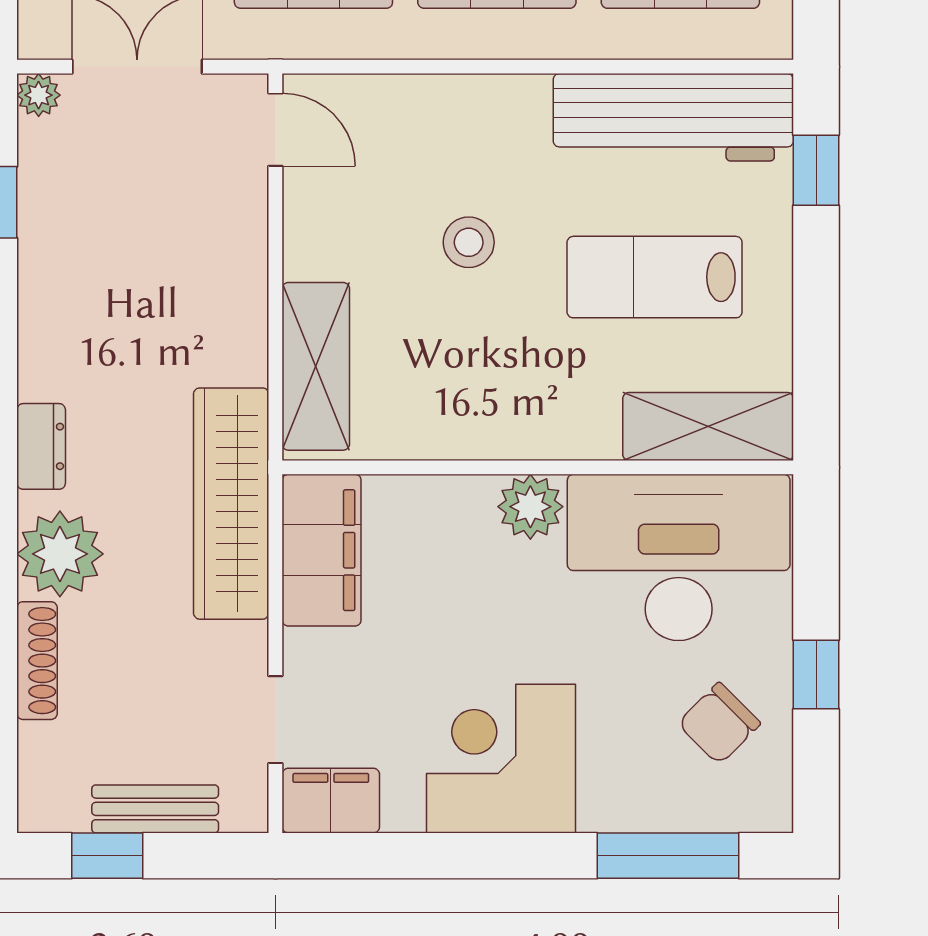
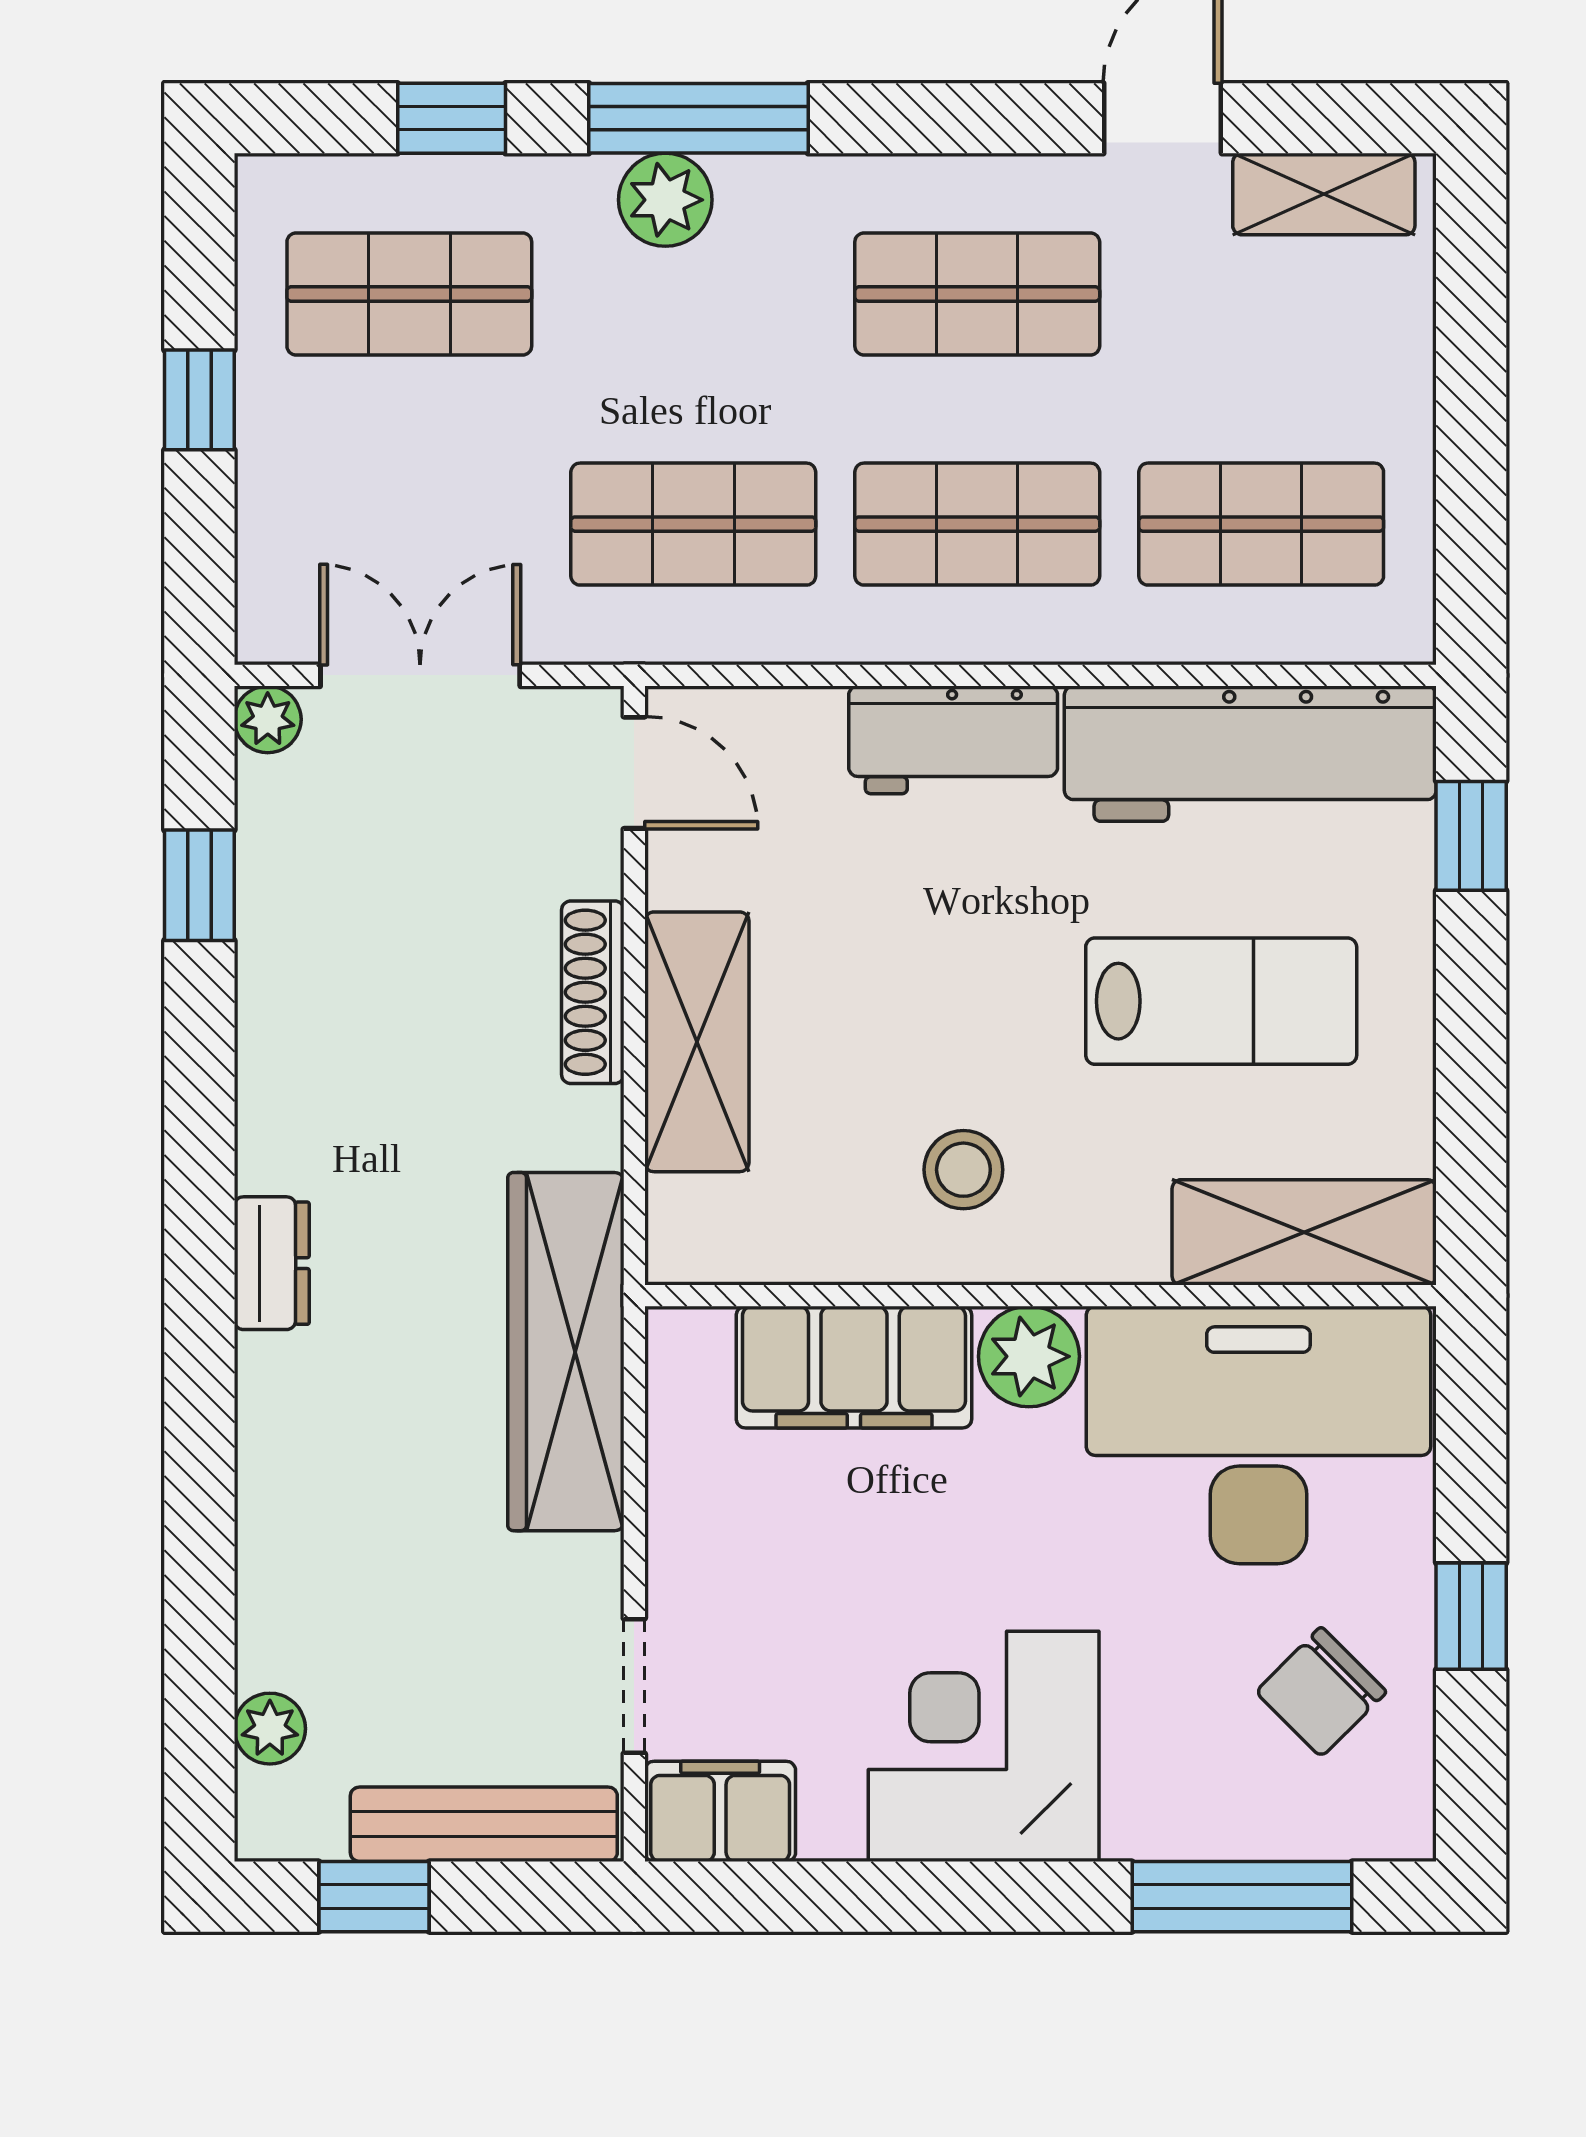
workbench: (481, 108) -> (953, 740), added
stool: (469, 242) -> (963, 1170), moved
lab bench: (655, 277) -> (1221, 1001), turned 180
shelving: (316, 366) -> (697, 1042), moved
filing cabinet: (322, 550) -> (854, 1367), moved, turned 90
plant: (60, 554) -> (270, 1729), moved, width x0.53, depth x0.53
shoe rack: (37, 661) -> (593, 992), moved, turned 180
bench: (155, 809) -> (484, 1824), width x1.36

